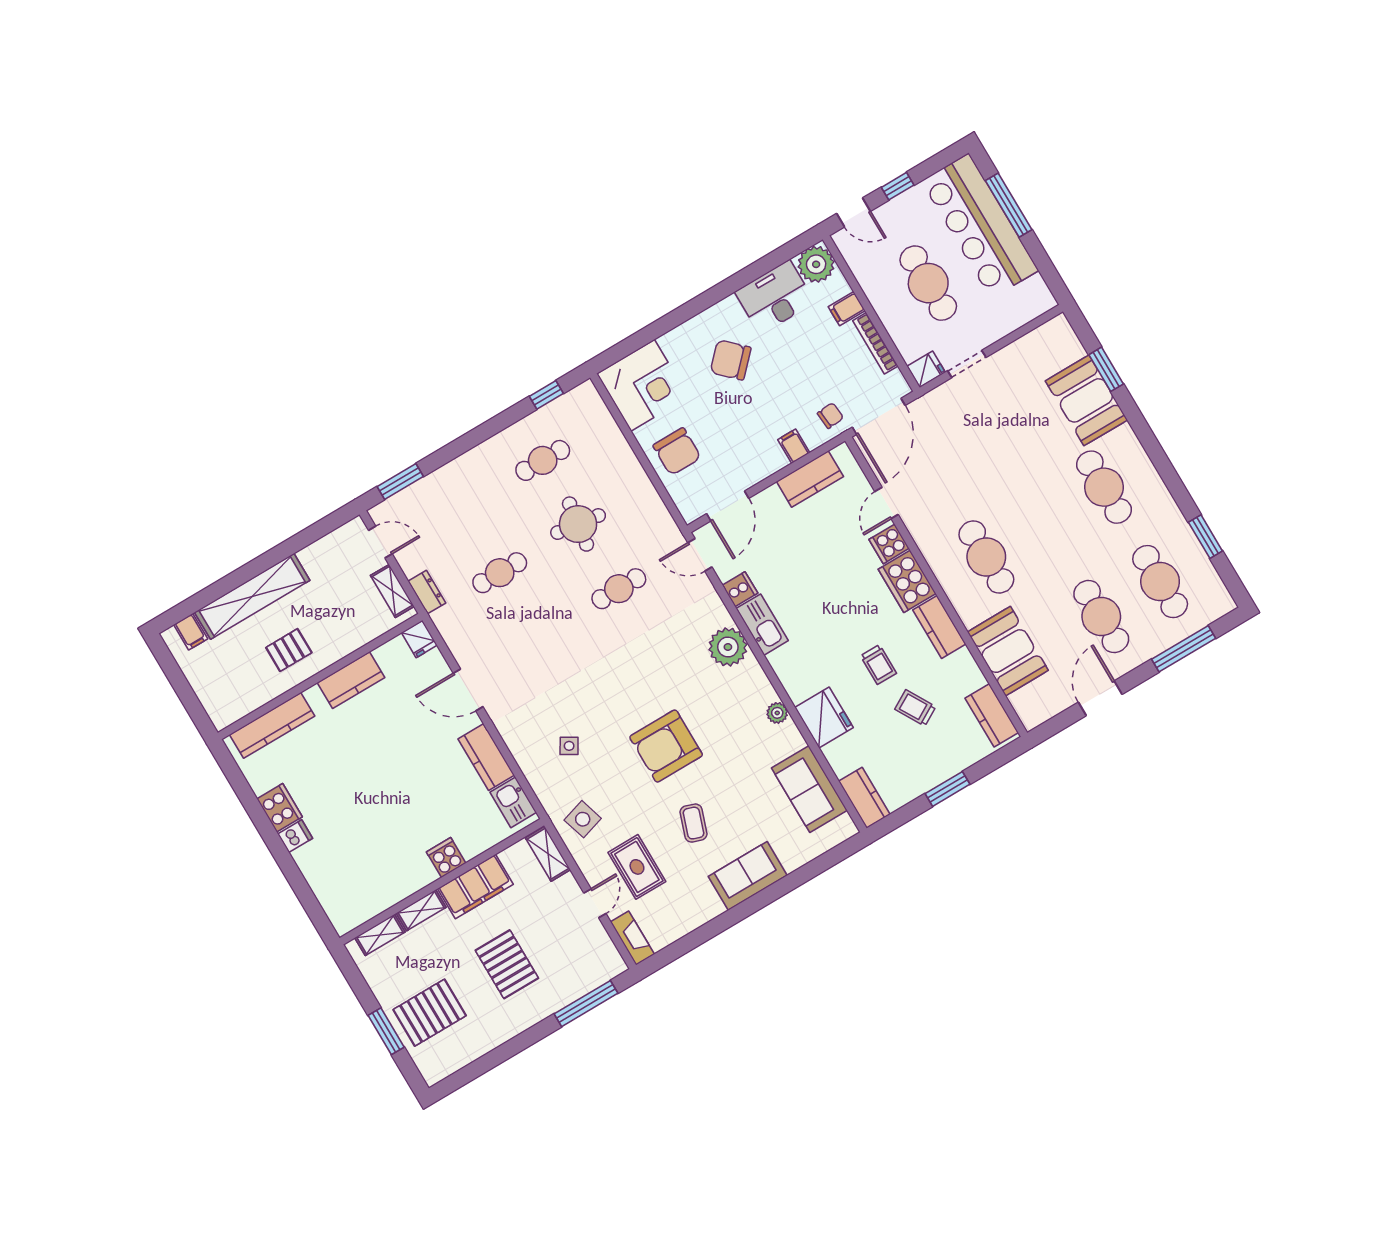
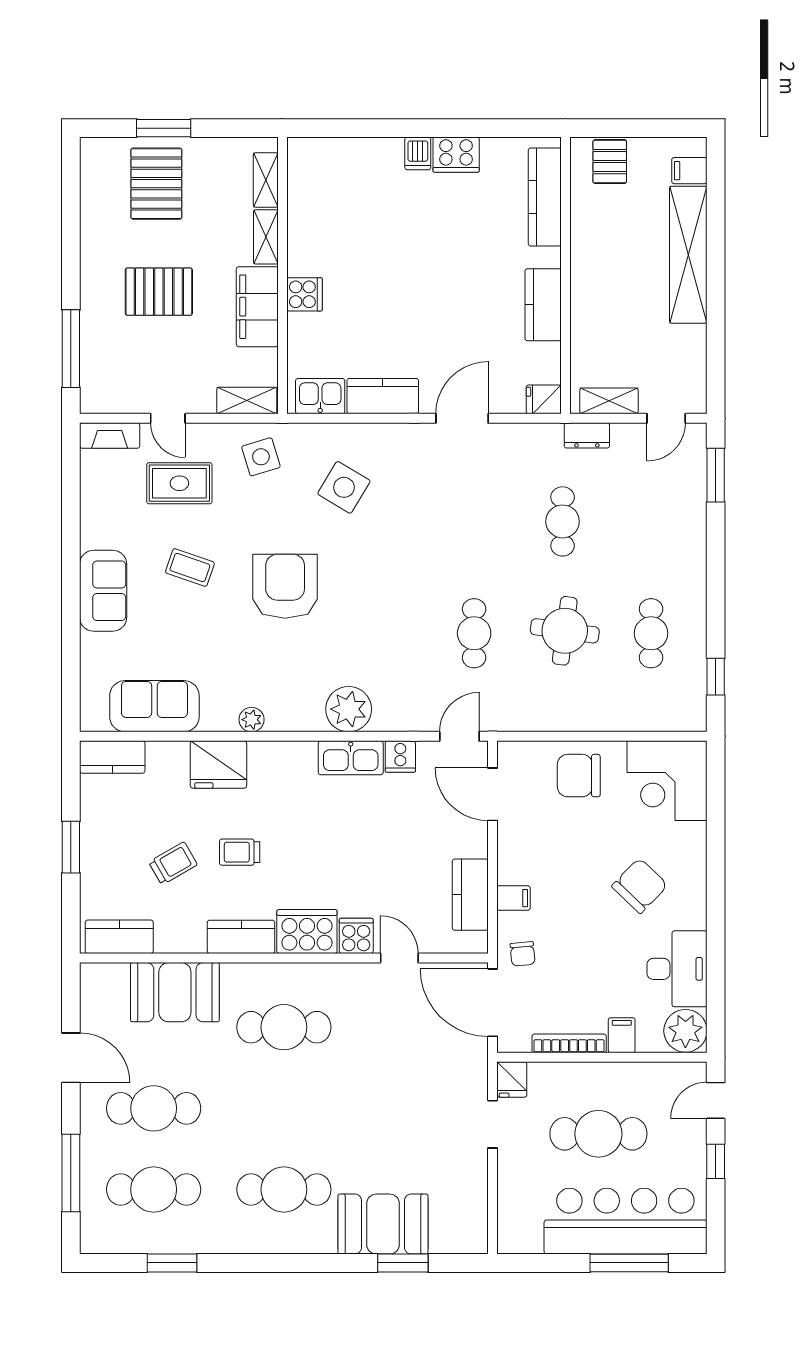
pallet: (289, 650) -> (610, 162), moved
side table: (569, 746) -> (344, 487), width x1.87, depth x1.87

